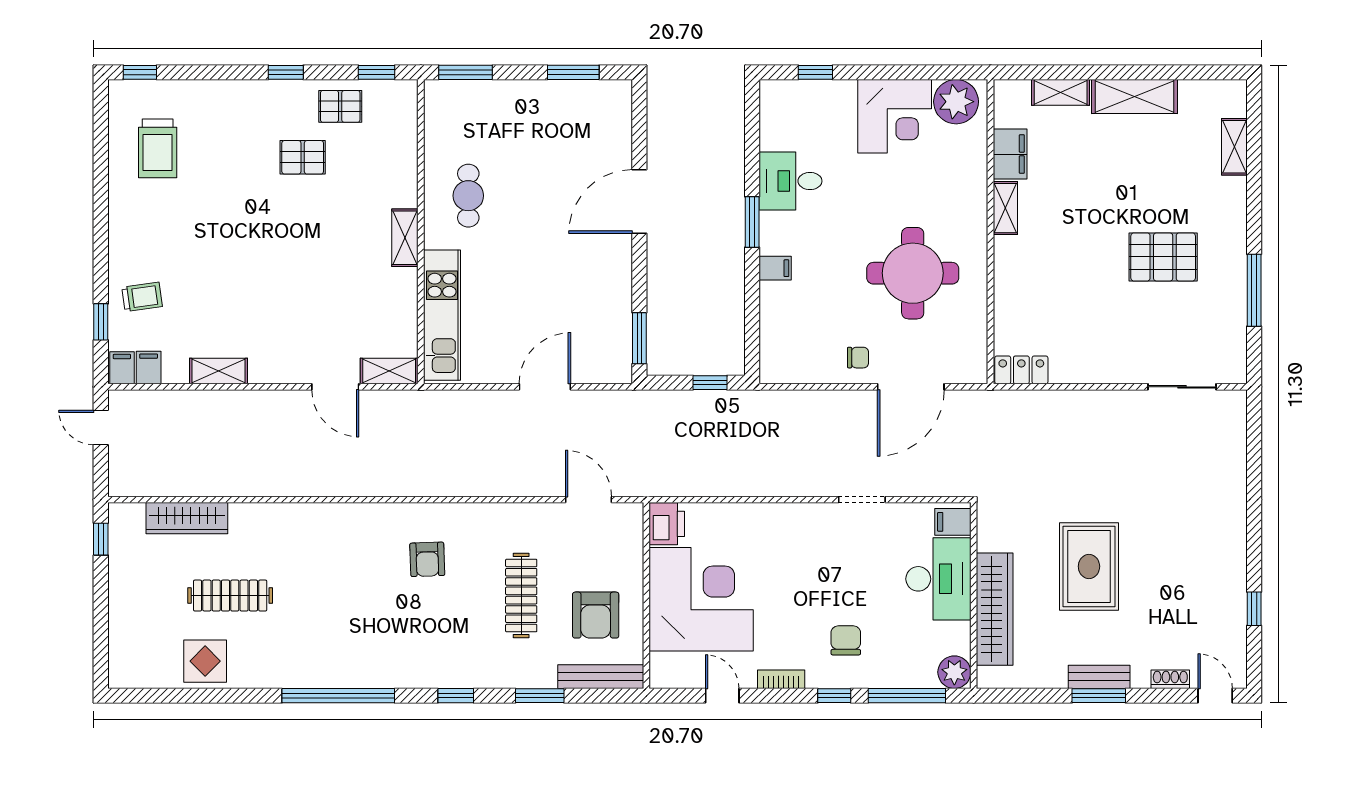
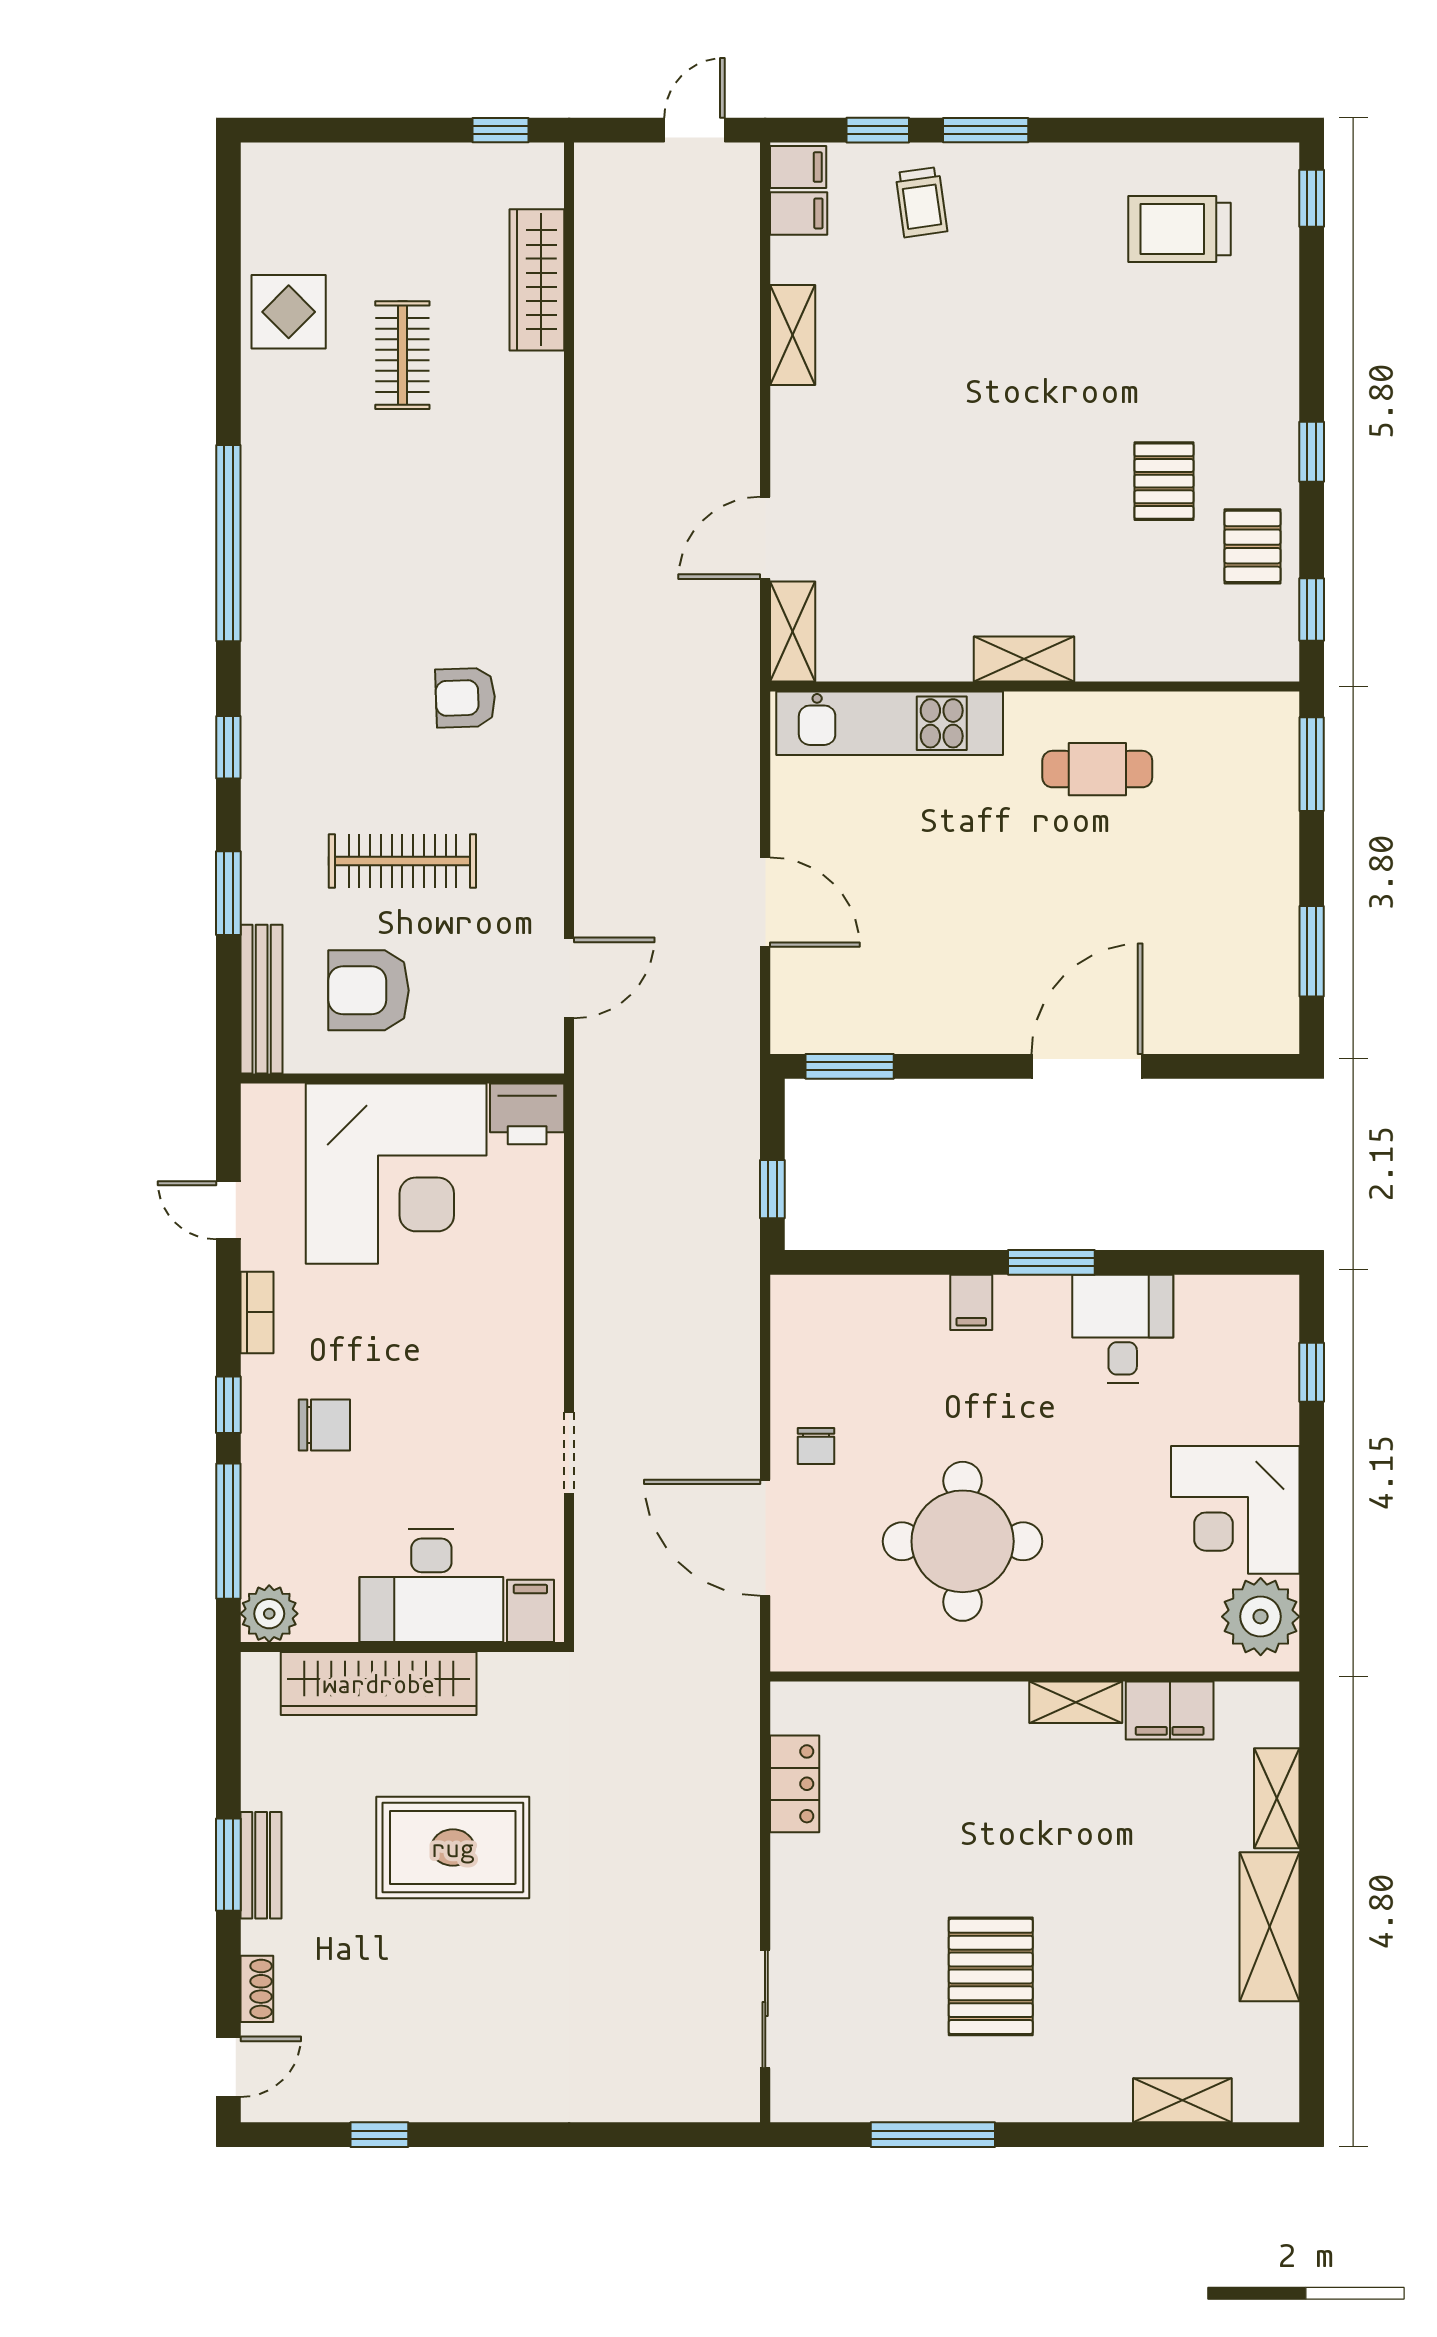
door: (639, 202) -> (1087, 1066), hinge flipped
window: (101, 260) -> (986, 130), added
locker: (1021, 370) -> (795, 1784), moved
clothes rail: (230, 596) -> (402, 355), width x0.73
door: (722, 696) -> (228, 1210), swing flipped

